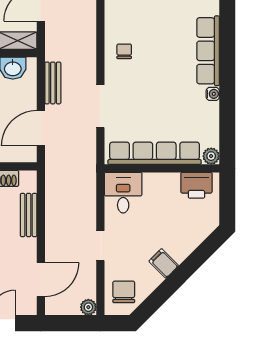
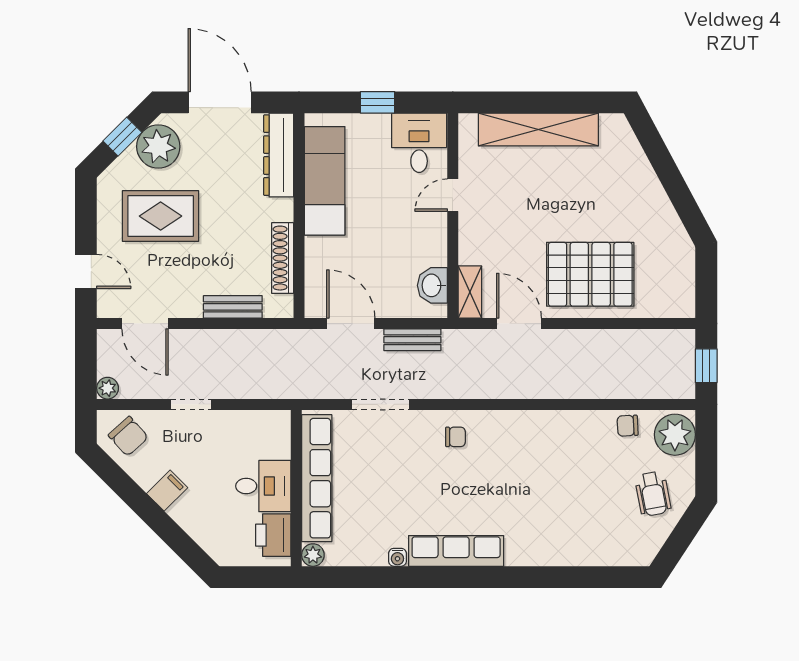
desk: (123, 193) -> (263, 486), moved
chair: (124, 292) -> (128, 436), turned 48

